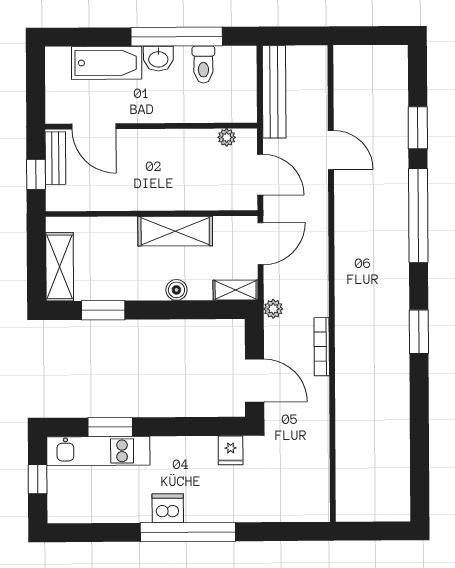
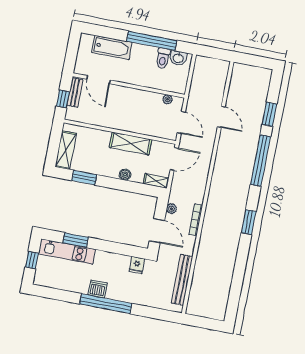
washbasin: (158, 59) -> (178, 58), moved
bench: (274, 92) -> (182, 280), moved
plant: (273, 309) -> (171, 209), moved

